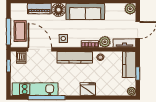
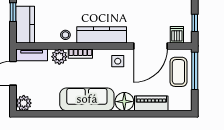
door: (40, 49) -> (151, 46), hinge flipped

